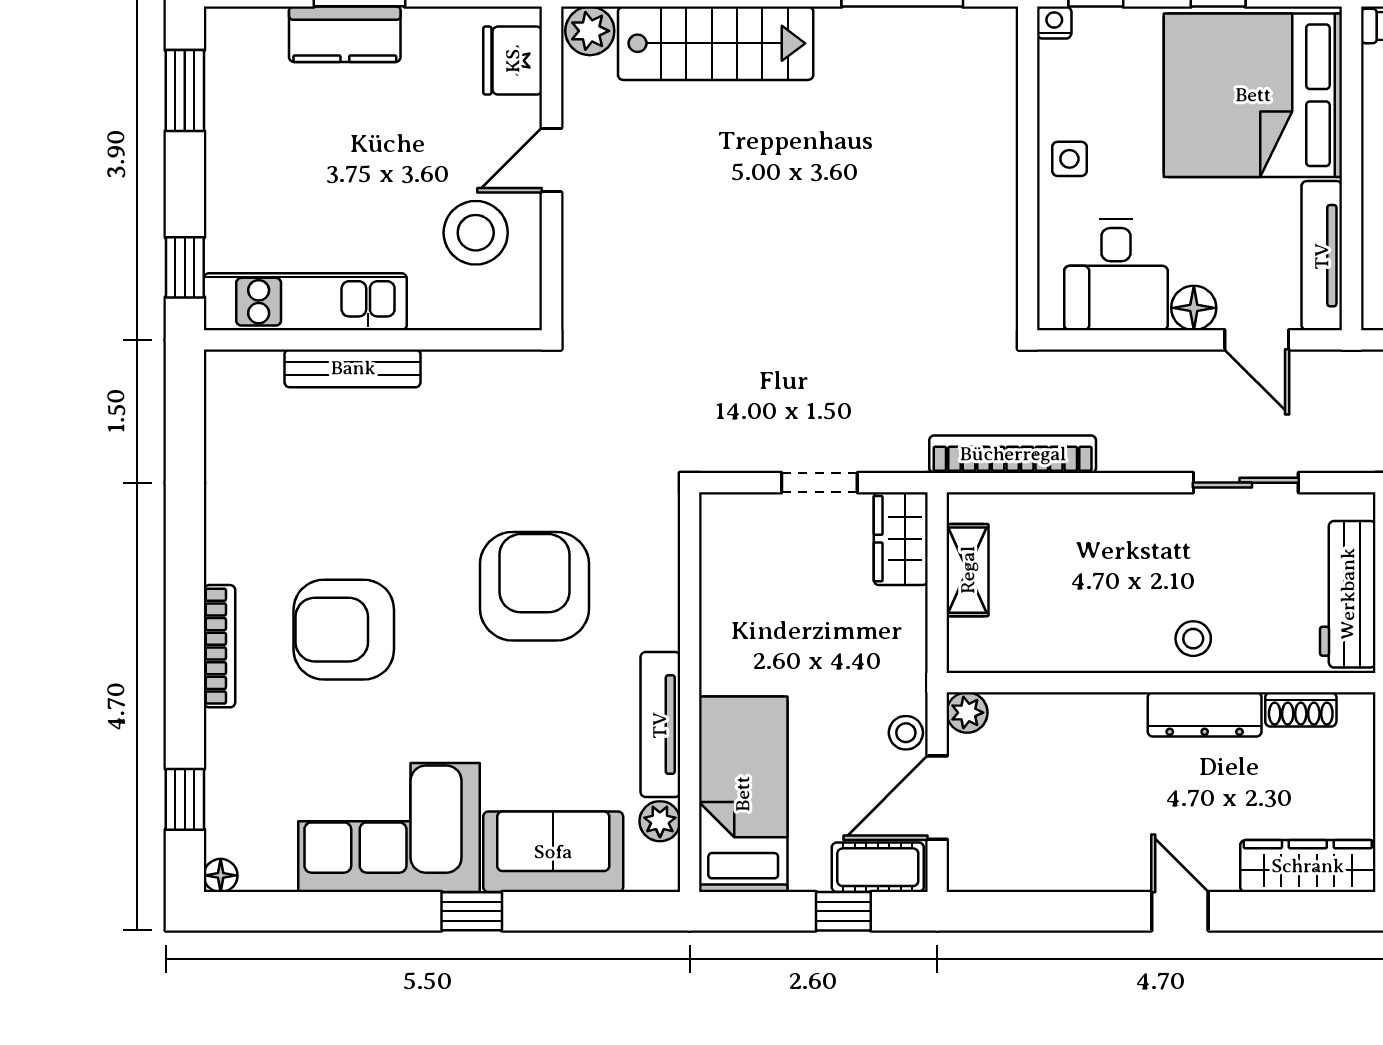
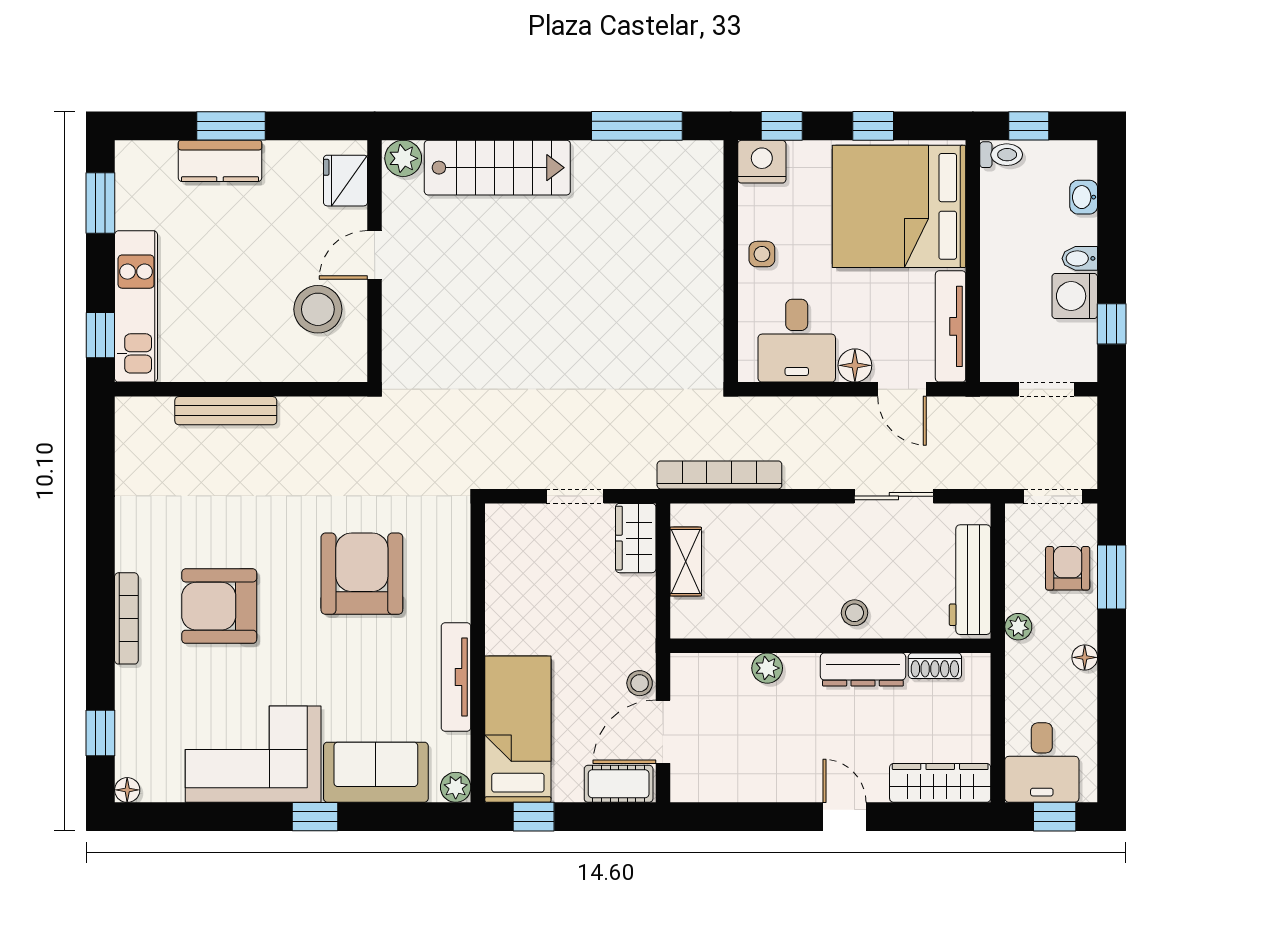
nightstand: (1054, 23) -> (762, 162), width x1.89, depth x1.79
kitchen unit: (305, 302) -> (136, 306), moved, turned 90
plant: (967, 713) -> (767, 668), moved
plant: (660, 821) -> (456, 787), moved
window: (843, 911) -> (534, 817), moved

